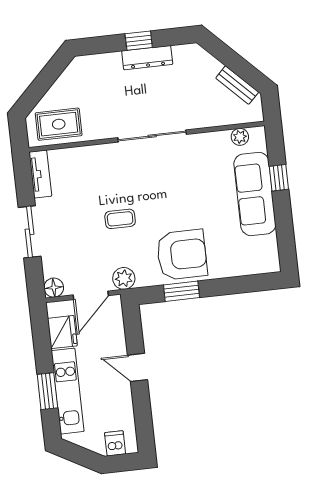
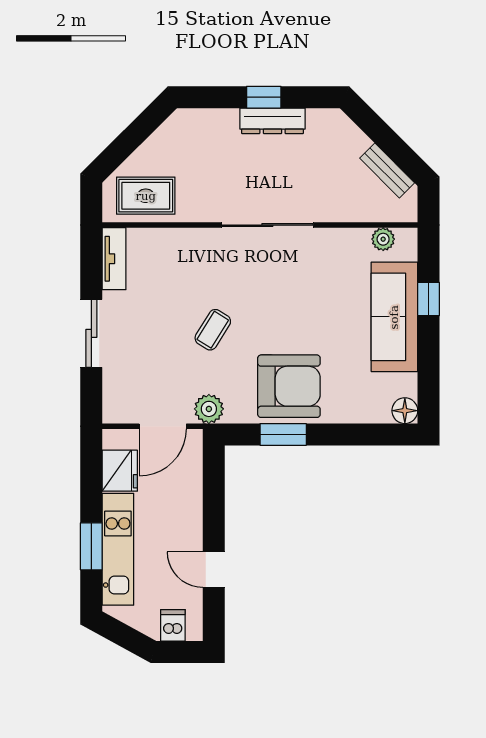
coffee table: (120, 219) -> (213, 330), turned -58
floor lamp: (54, 288) -> (405, 411), moved
door: (137, 367) -> (214, 570), moved

